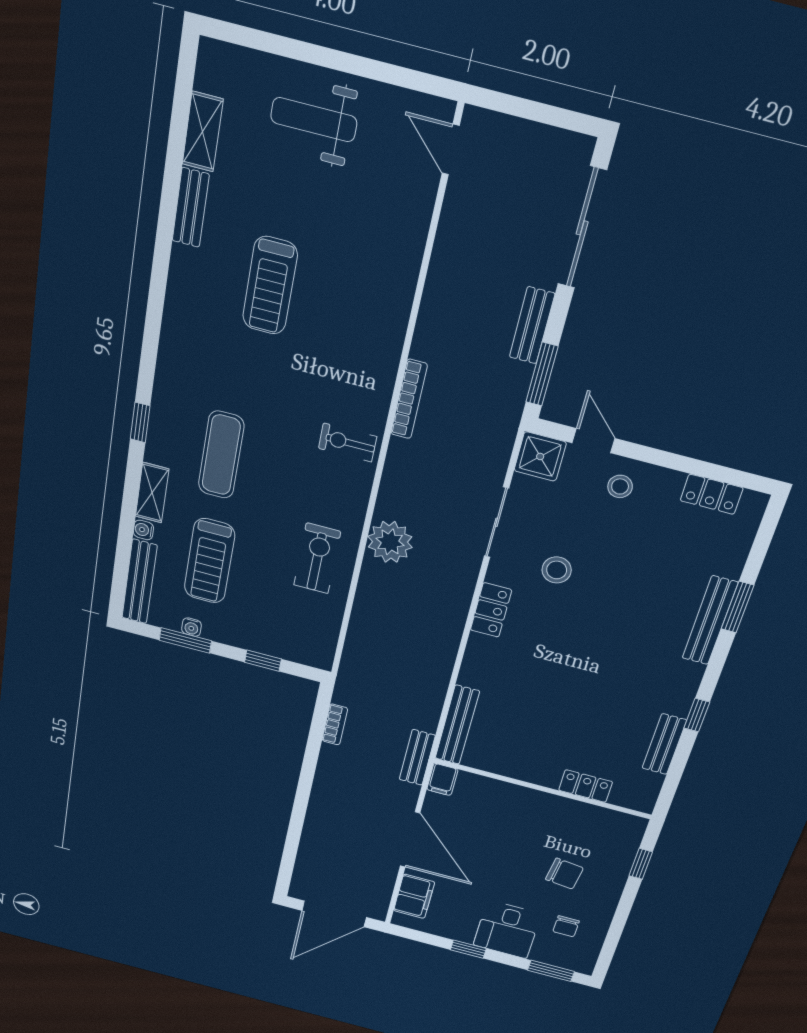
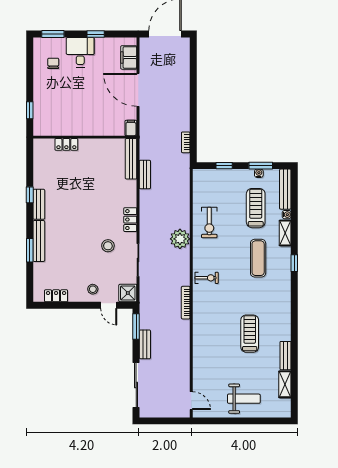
bench: (664, 744) -> (39, 204), moved
bench: (417, 757) -> (145, 174), moved
chair: (564, 874) -> (62, 94), removed

